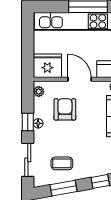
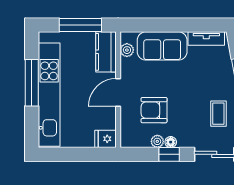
fridge: (47, 66) -> (106, 139), width x0.53, depth x0.75
plant: (39, 92) -> (157, 141), moved

